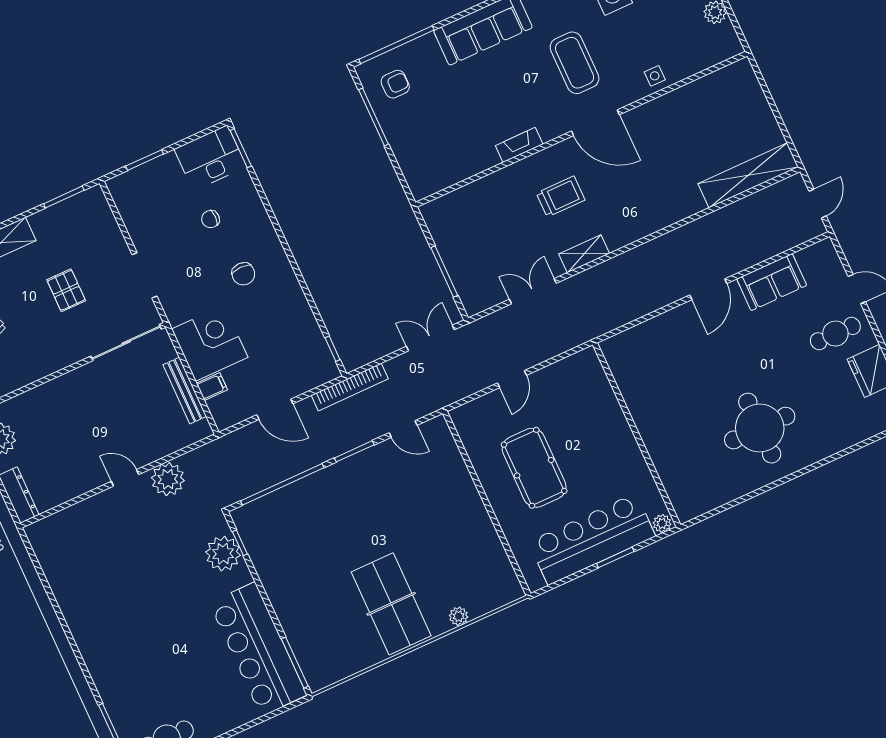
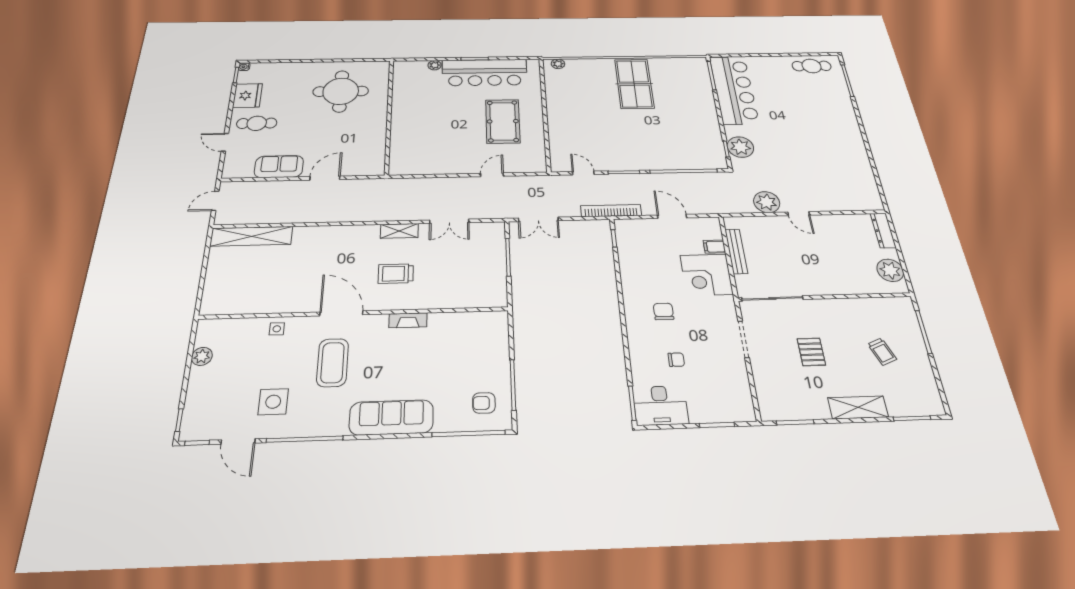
wall: (637, 435) -> (389, 116), moved
plant: (459, 616) -> (558, 64), moved

